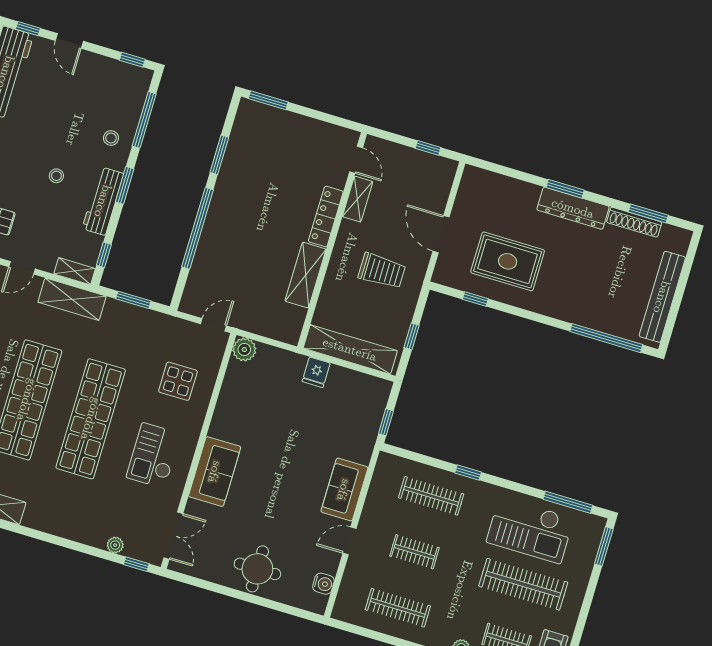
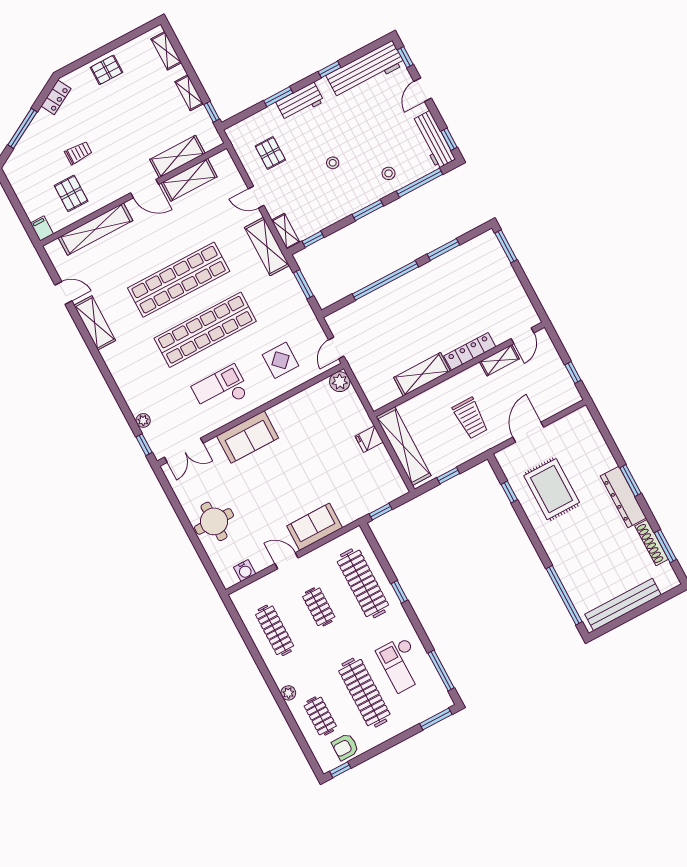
workbench: (103, 201) -> (433, 140), moved, turned -90
door: (213, 325) -> (336, 348), swing flipped
clothes rail: (431, 496) -> (363, 583), width x1.37, depth x1.31
checkout: (530, 530) -> (401, 664), width x0.73, depth x0.83

